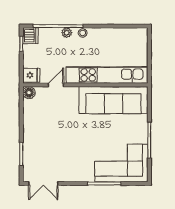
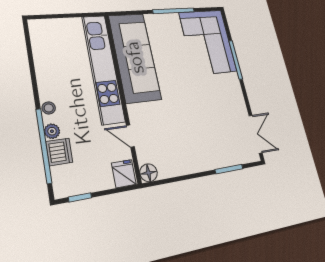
dishwasher: (30, 36) -> (59, 152), moved, turned 90

